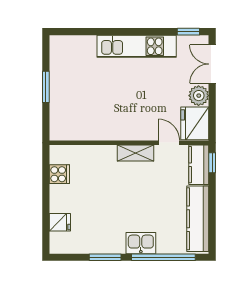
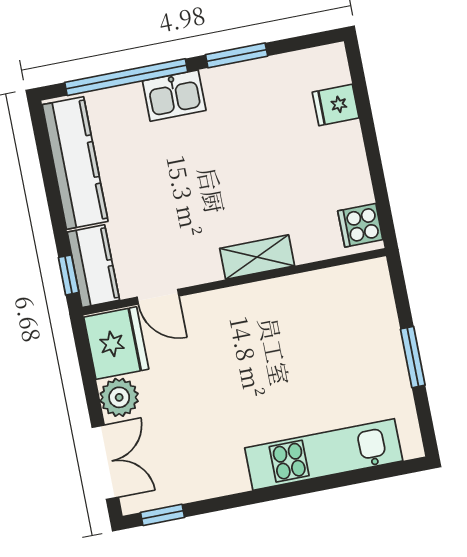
kitchen unit: (137, 46) -> (324, 454), moved
shelving: (135, 153) -> (257, 257), moved
cooker: (59, 174) -> (360, 225), moved

